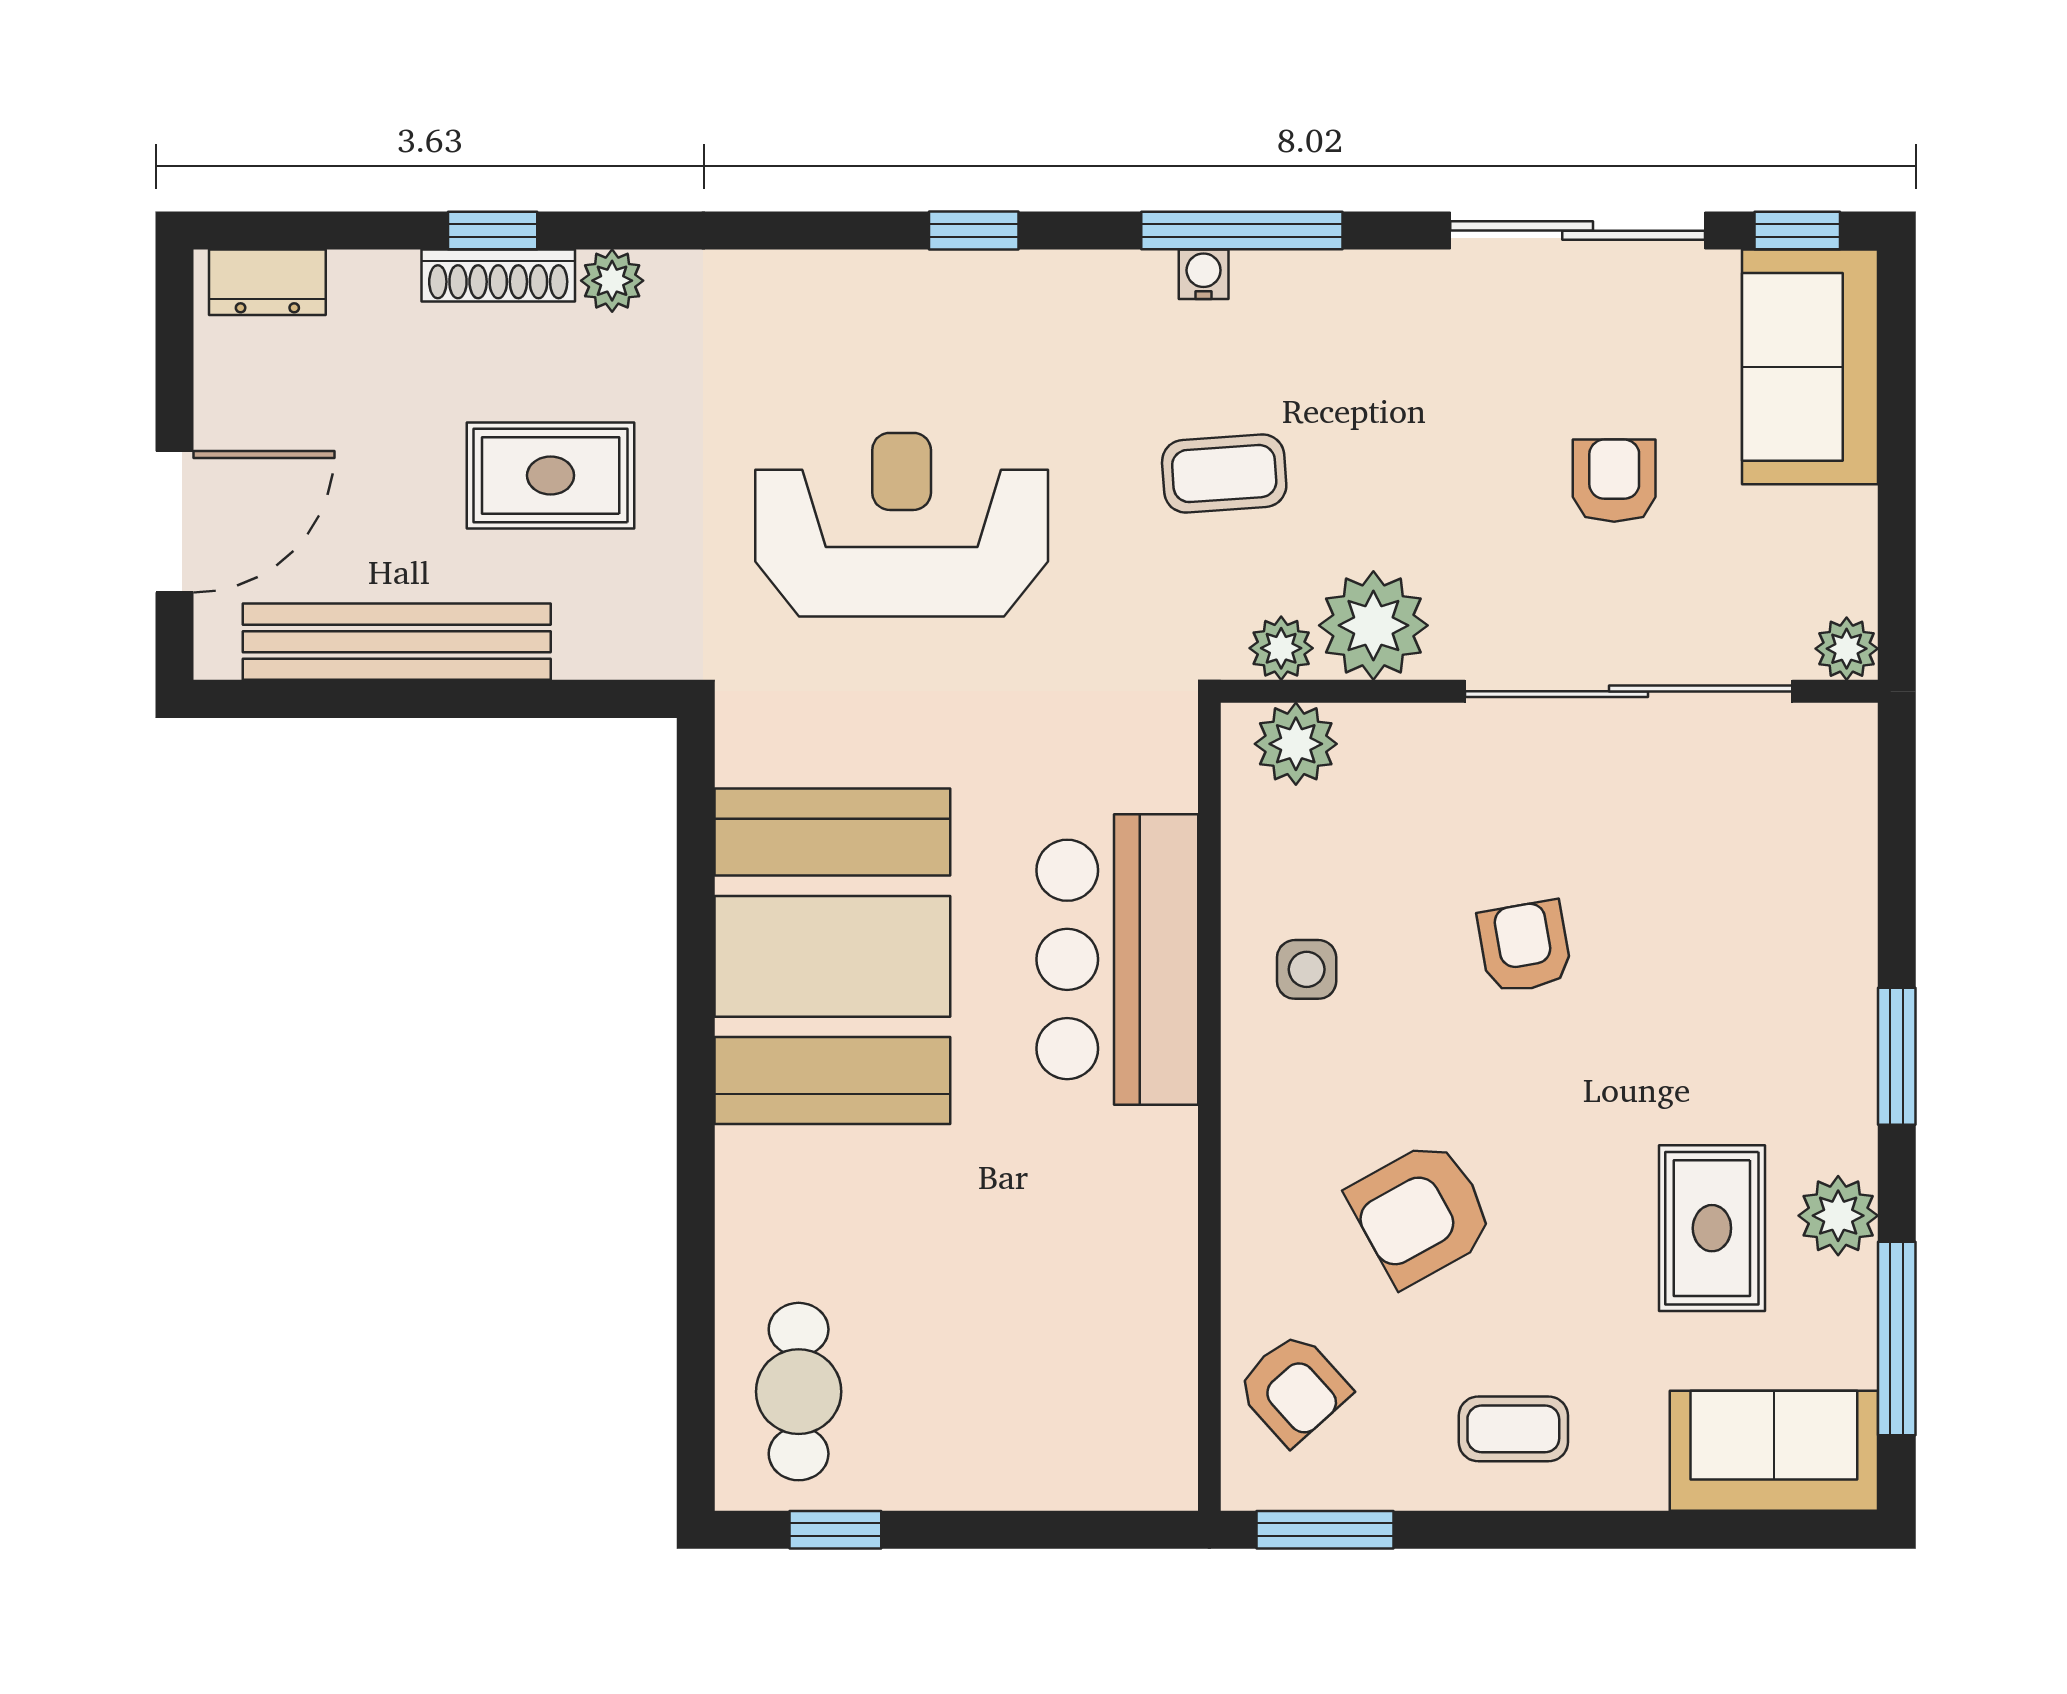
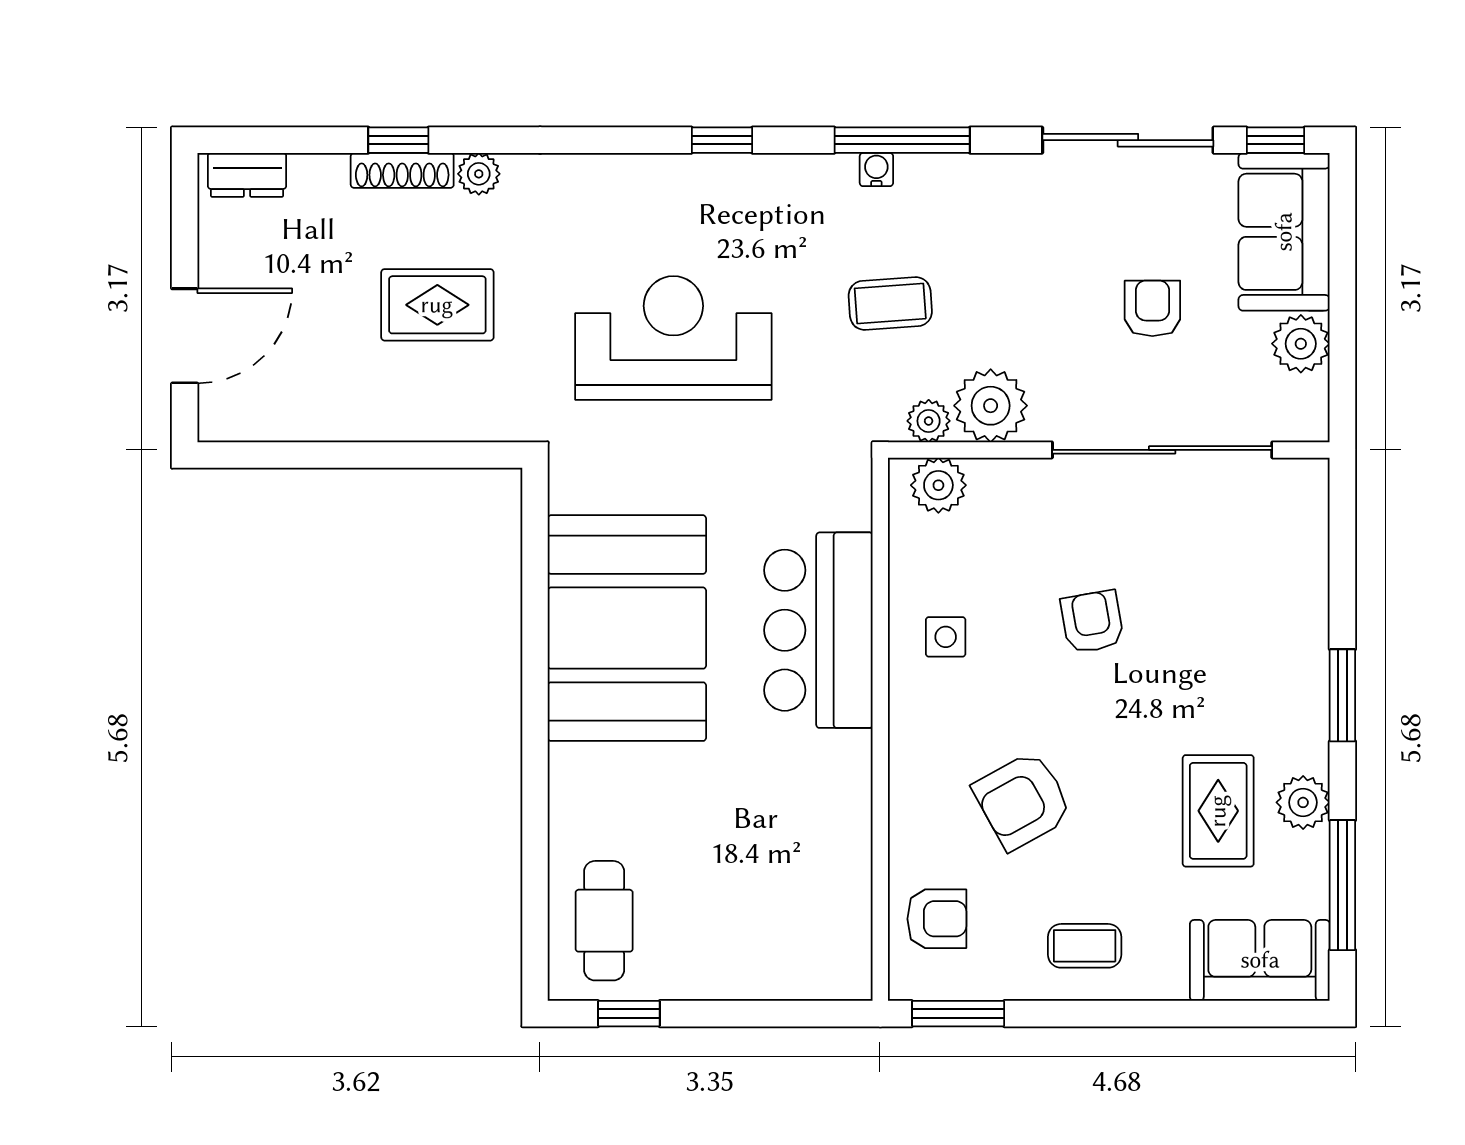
bench: (397, 642) -> (334, 417), removed
plant: (1847, 649) -> (1301, 344), moved, width x1.38, depth x1.38
armchair: (1293, 1389) -> (937, 919), turned -48

